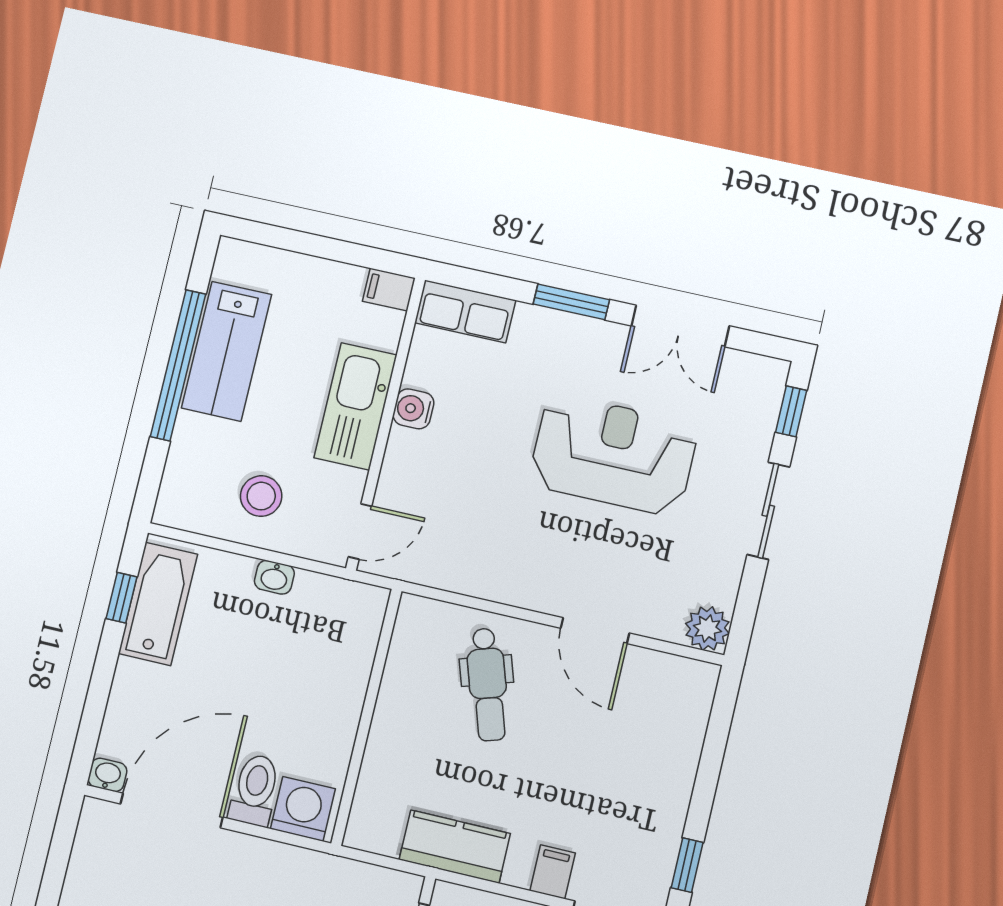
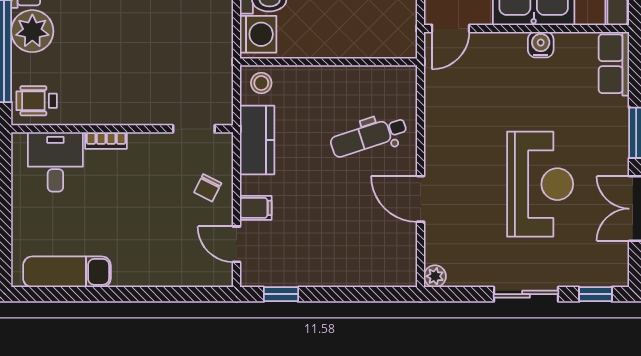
door: (360, 532) -> (451, 28), hinge flipped
plant: (707, 628) -> (435, 276), width x0.73, depth x0.73
door: (595, 631) -> (421, 199), hinge flipped
stool: (374, 821) -> (261, 83), added

